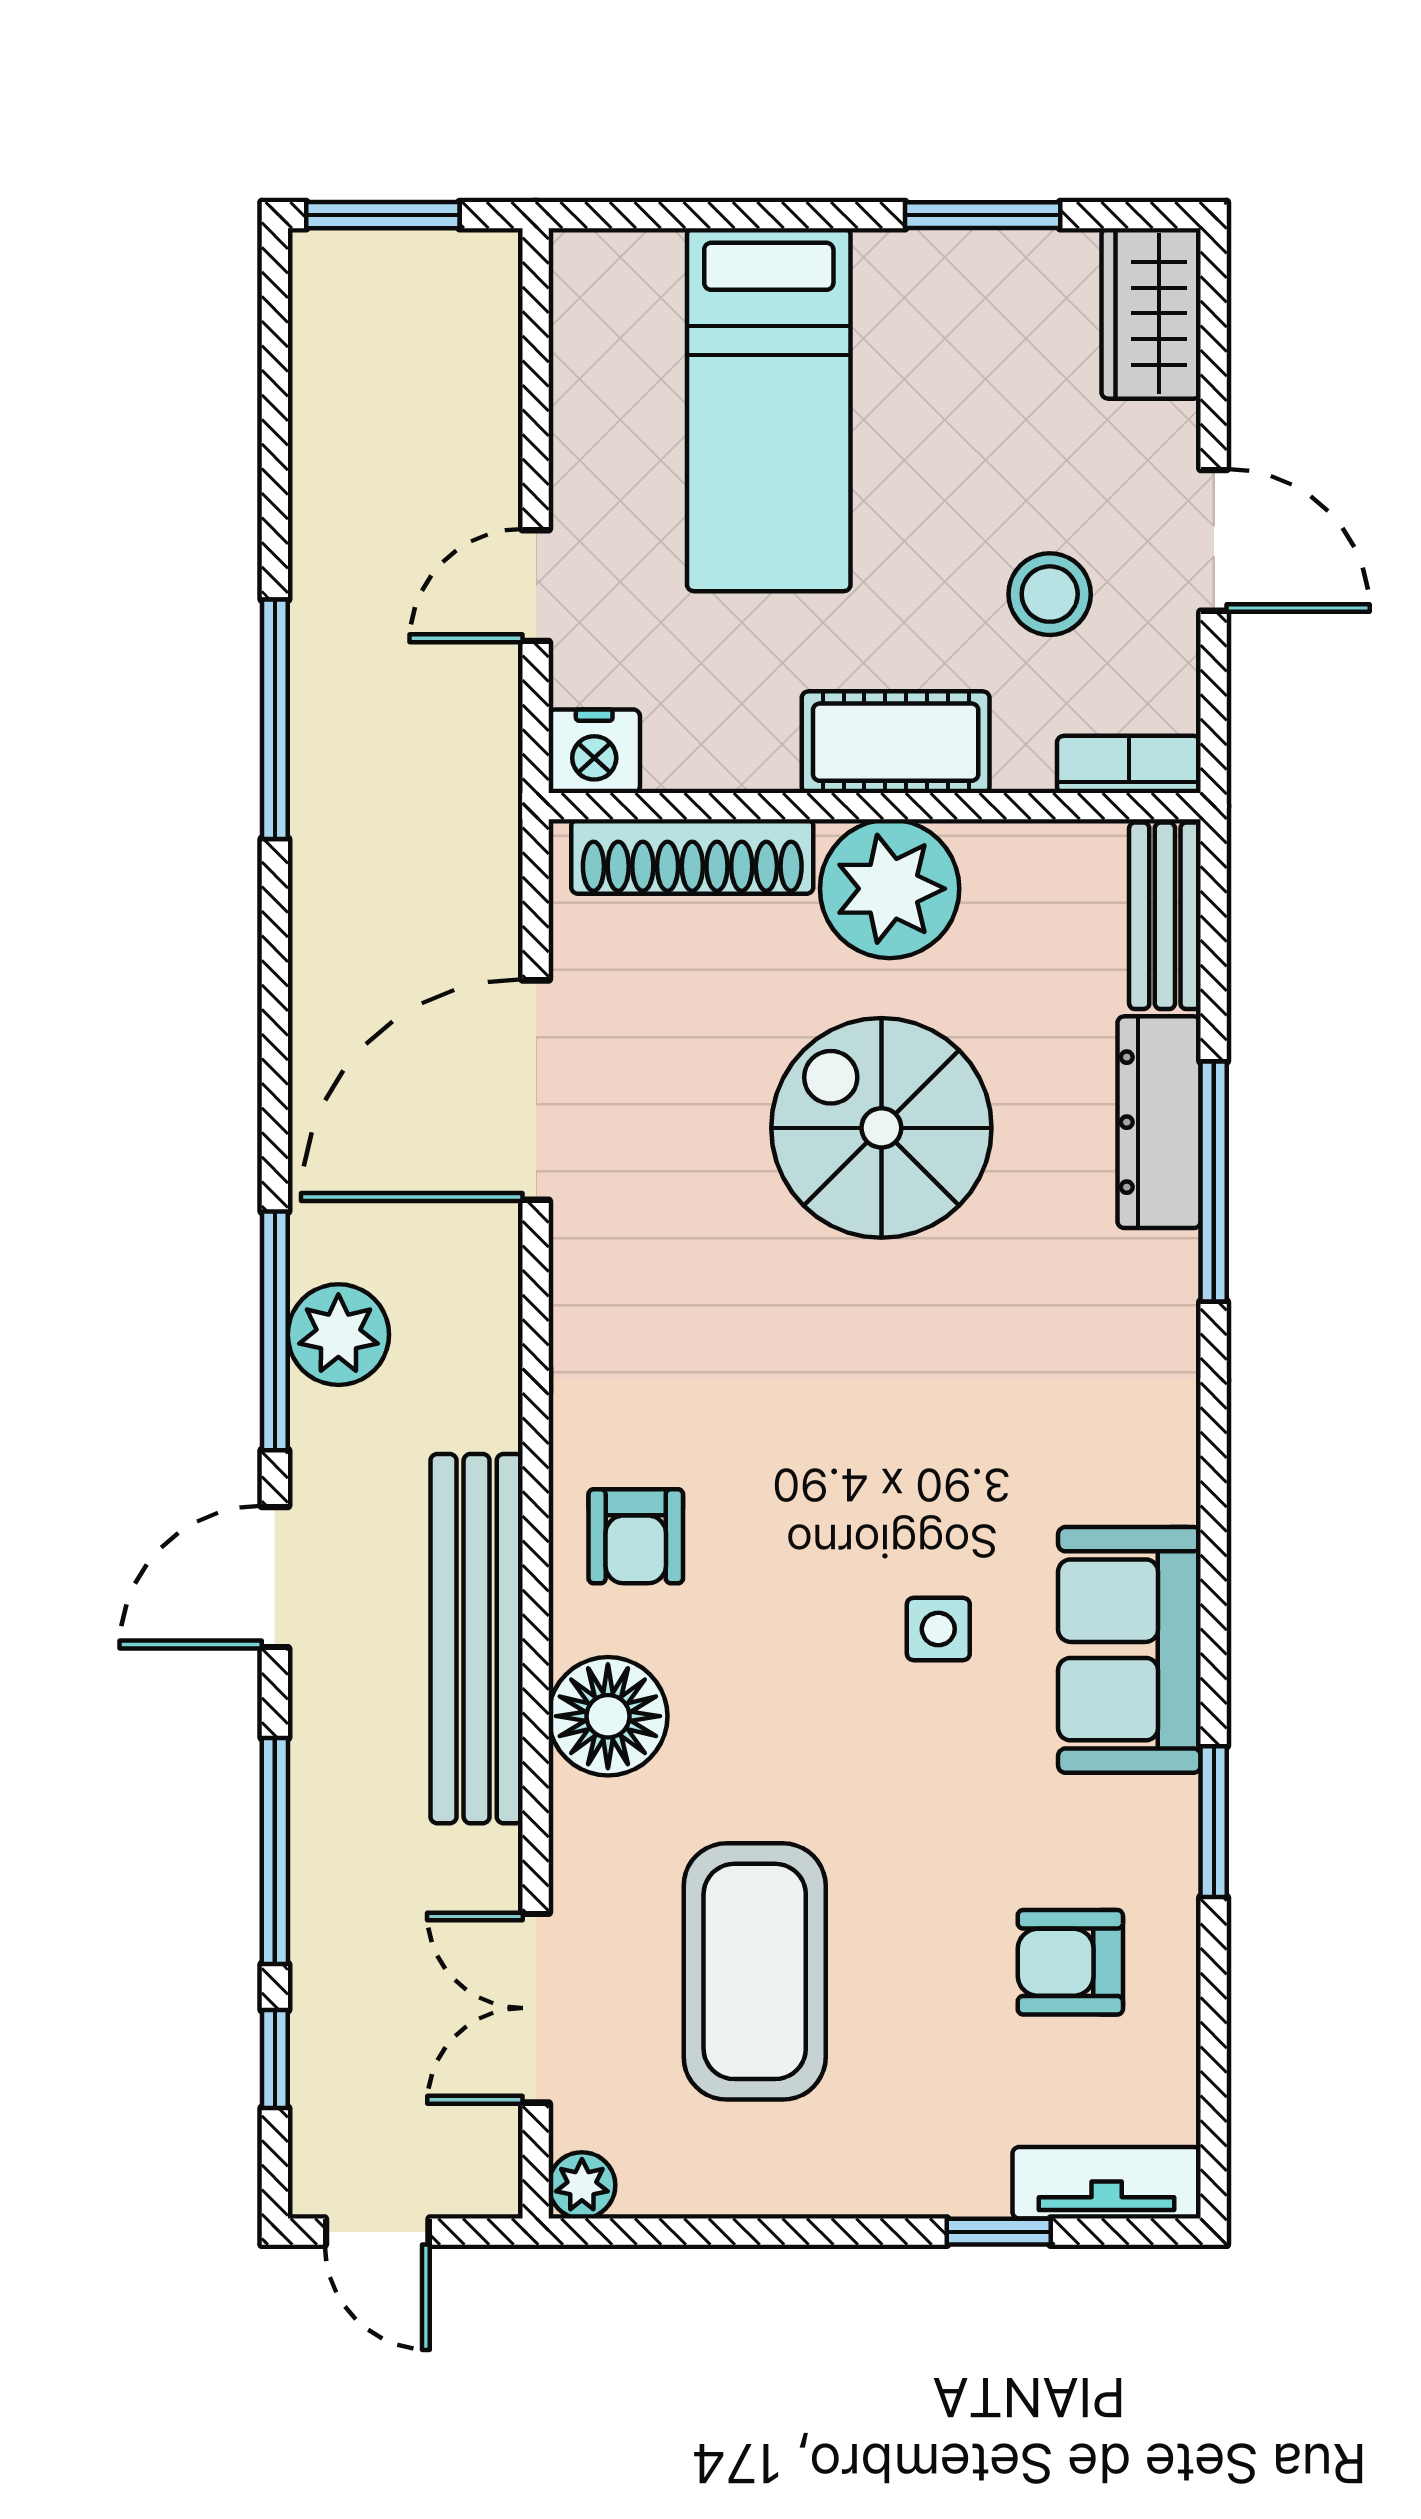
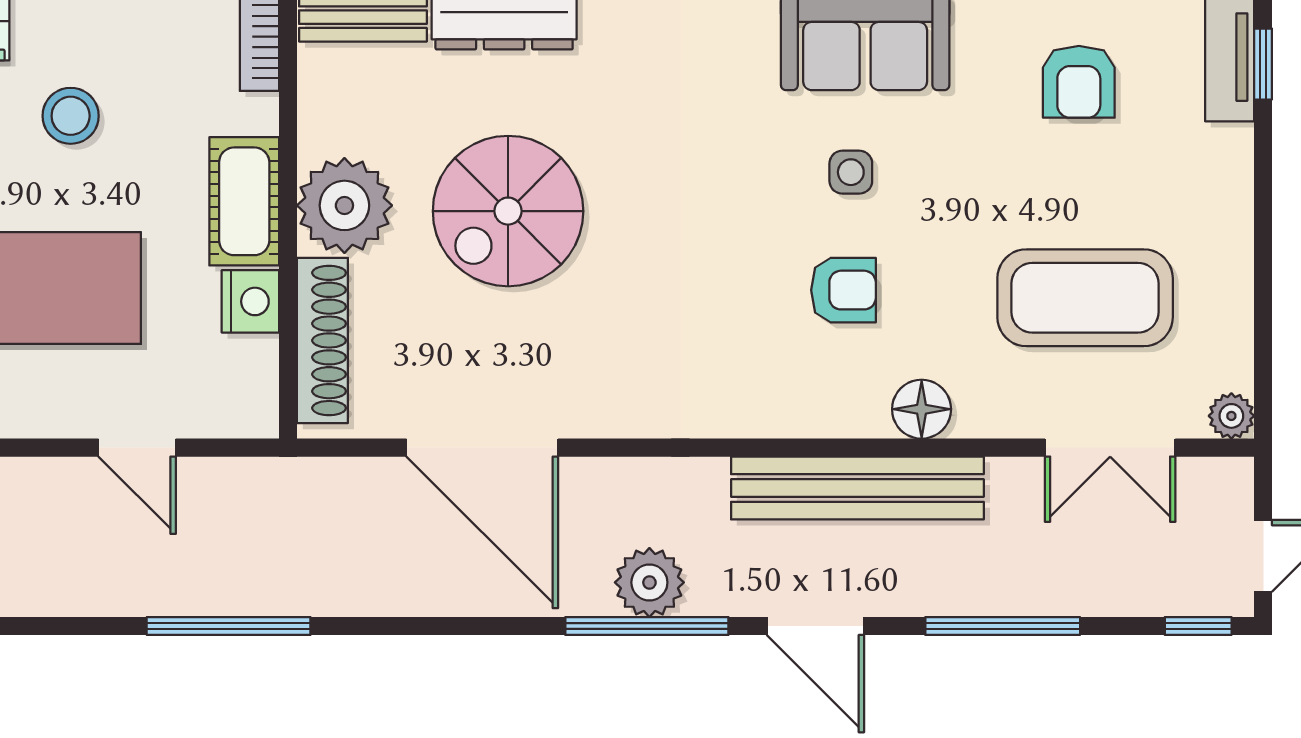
stool: (1050, 594) -> (71, 116), moved
nightstand: (594, 751) -> (250, 301), moved
armchair: (636, 1536) -> (843, 290), moved
floor lamp: (608, 1716) -> (922, 409), width x0.73, depth x0.73
window: (275, 2059) -> (1198, 626), moved
window: (999, 2232) -> (1263, 64), moved

